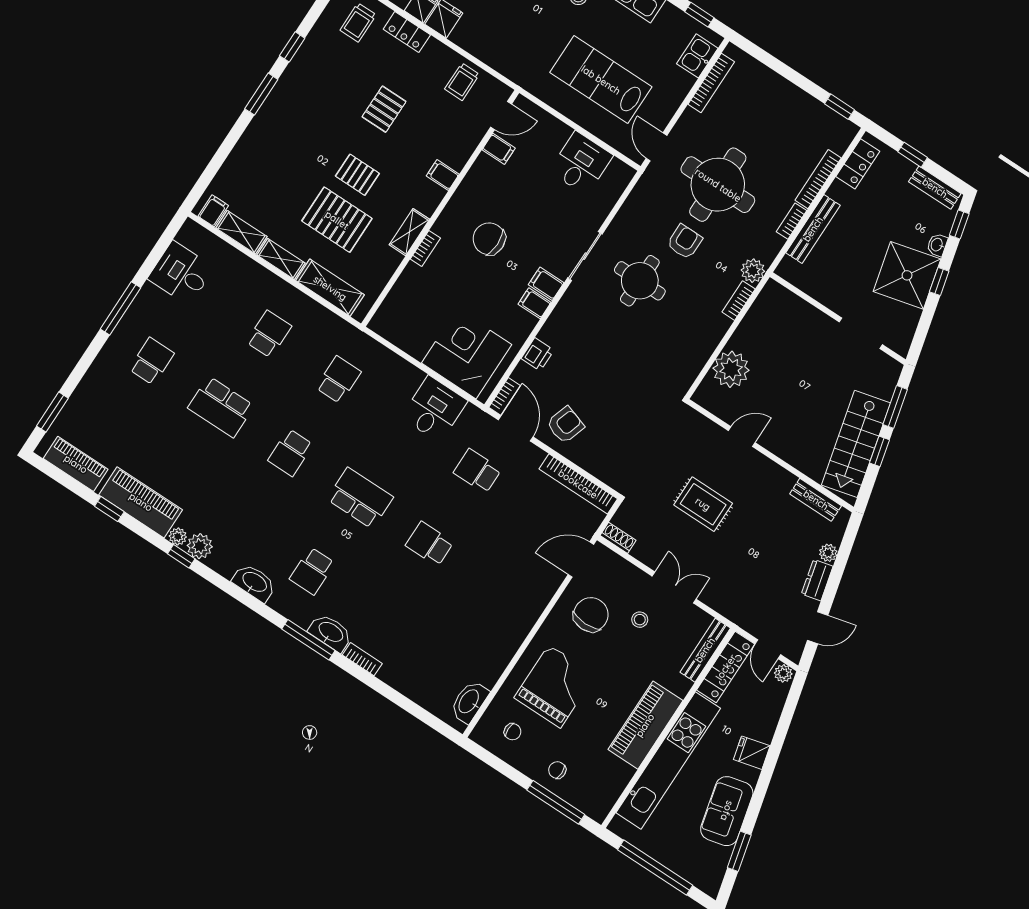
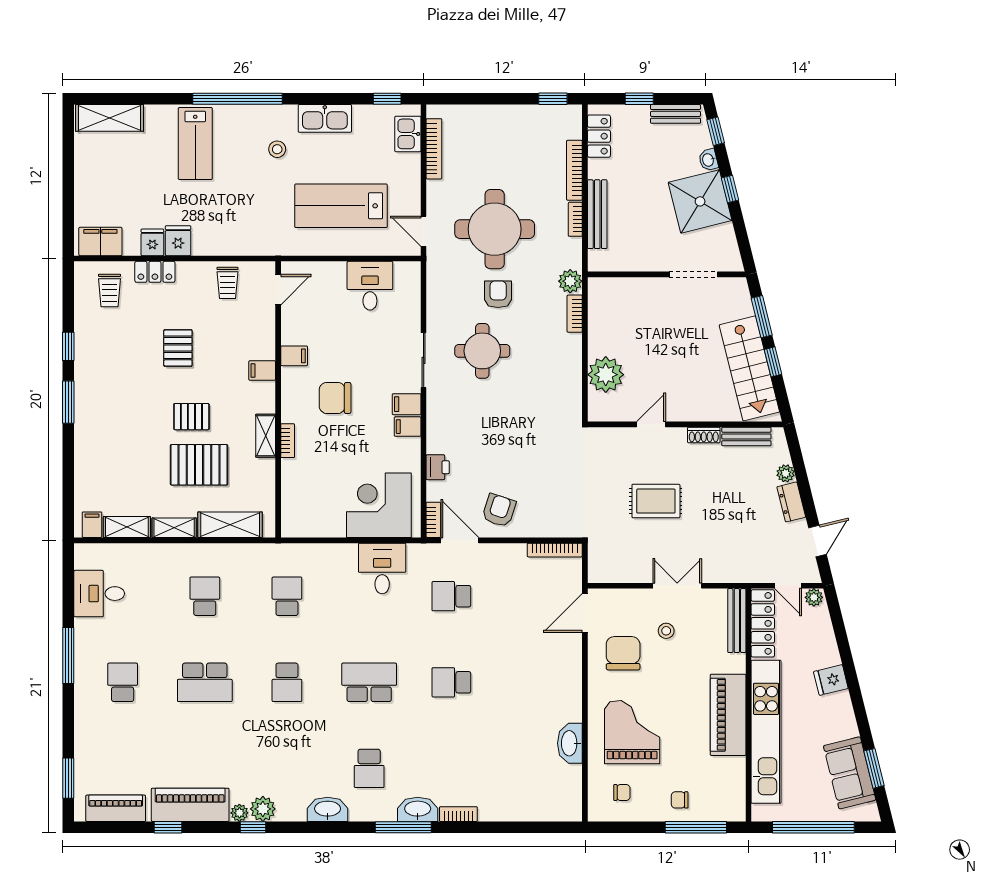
filing cabinet: (499, 149) -> (294, 356), moved
bookcase: (578, 484) -> (555, 550), width x0.68, depth x0.76
shoe rack: (618, 538) -> (704, 435), moved, turned 180
washbasin: (469, 702) -> (570, 743), moved
sofa: (727, 811) -> (850, 773), moved

